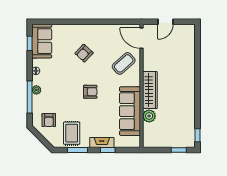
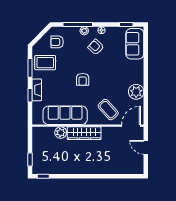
plant: (104, 32) -> (136, 92), added
sofa: (42, 41) -> (135, 44), moved, turned 90
armchair: (84, 53) -> (96, 47), moved

